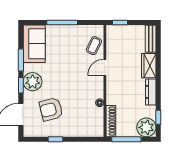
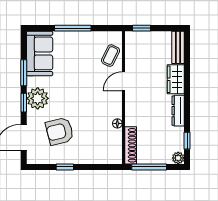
plant: (146, 127) -> (178, 158), width x0.53, depth x0.53

